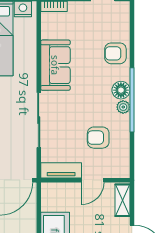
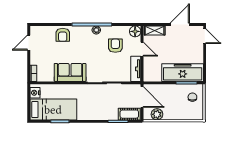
floor lamp: (121, 90) -> (135, 31), moved
armchair: (98, 138) -> (115, 46), turned 180

